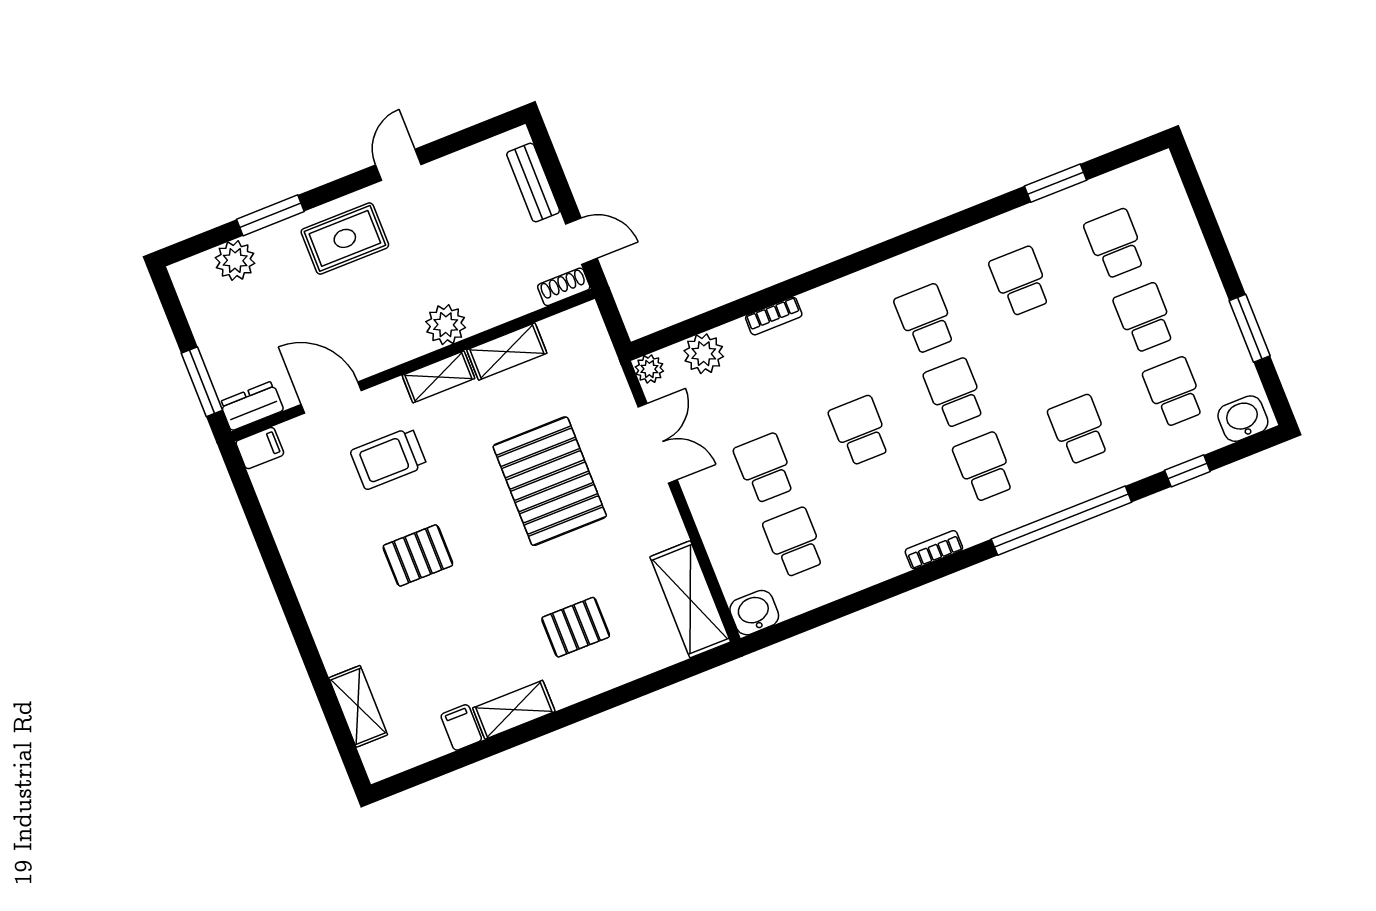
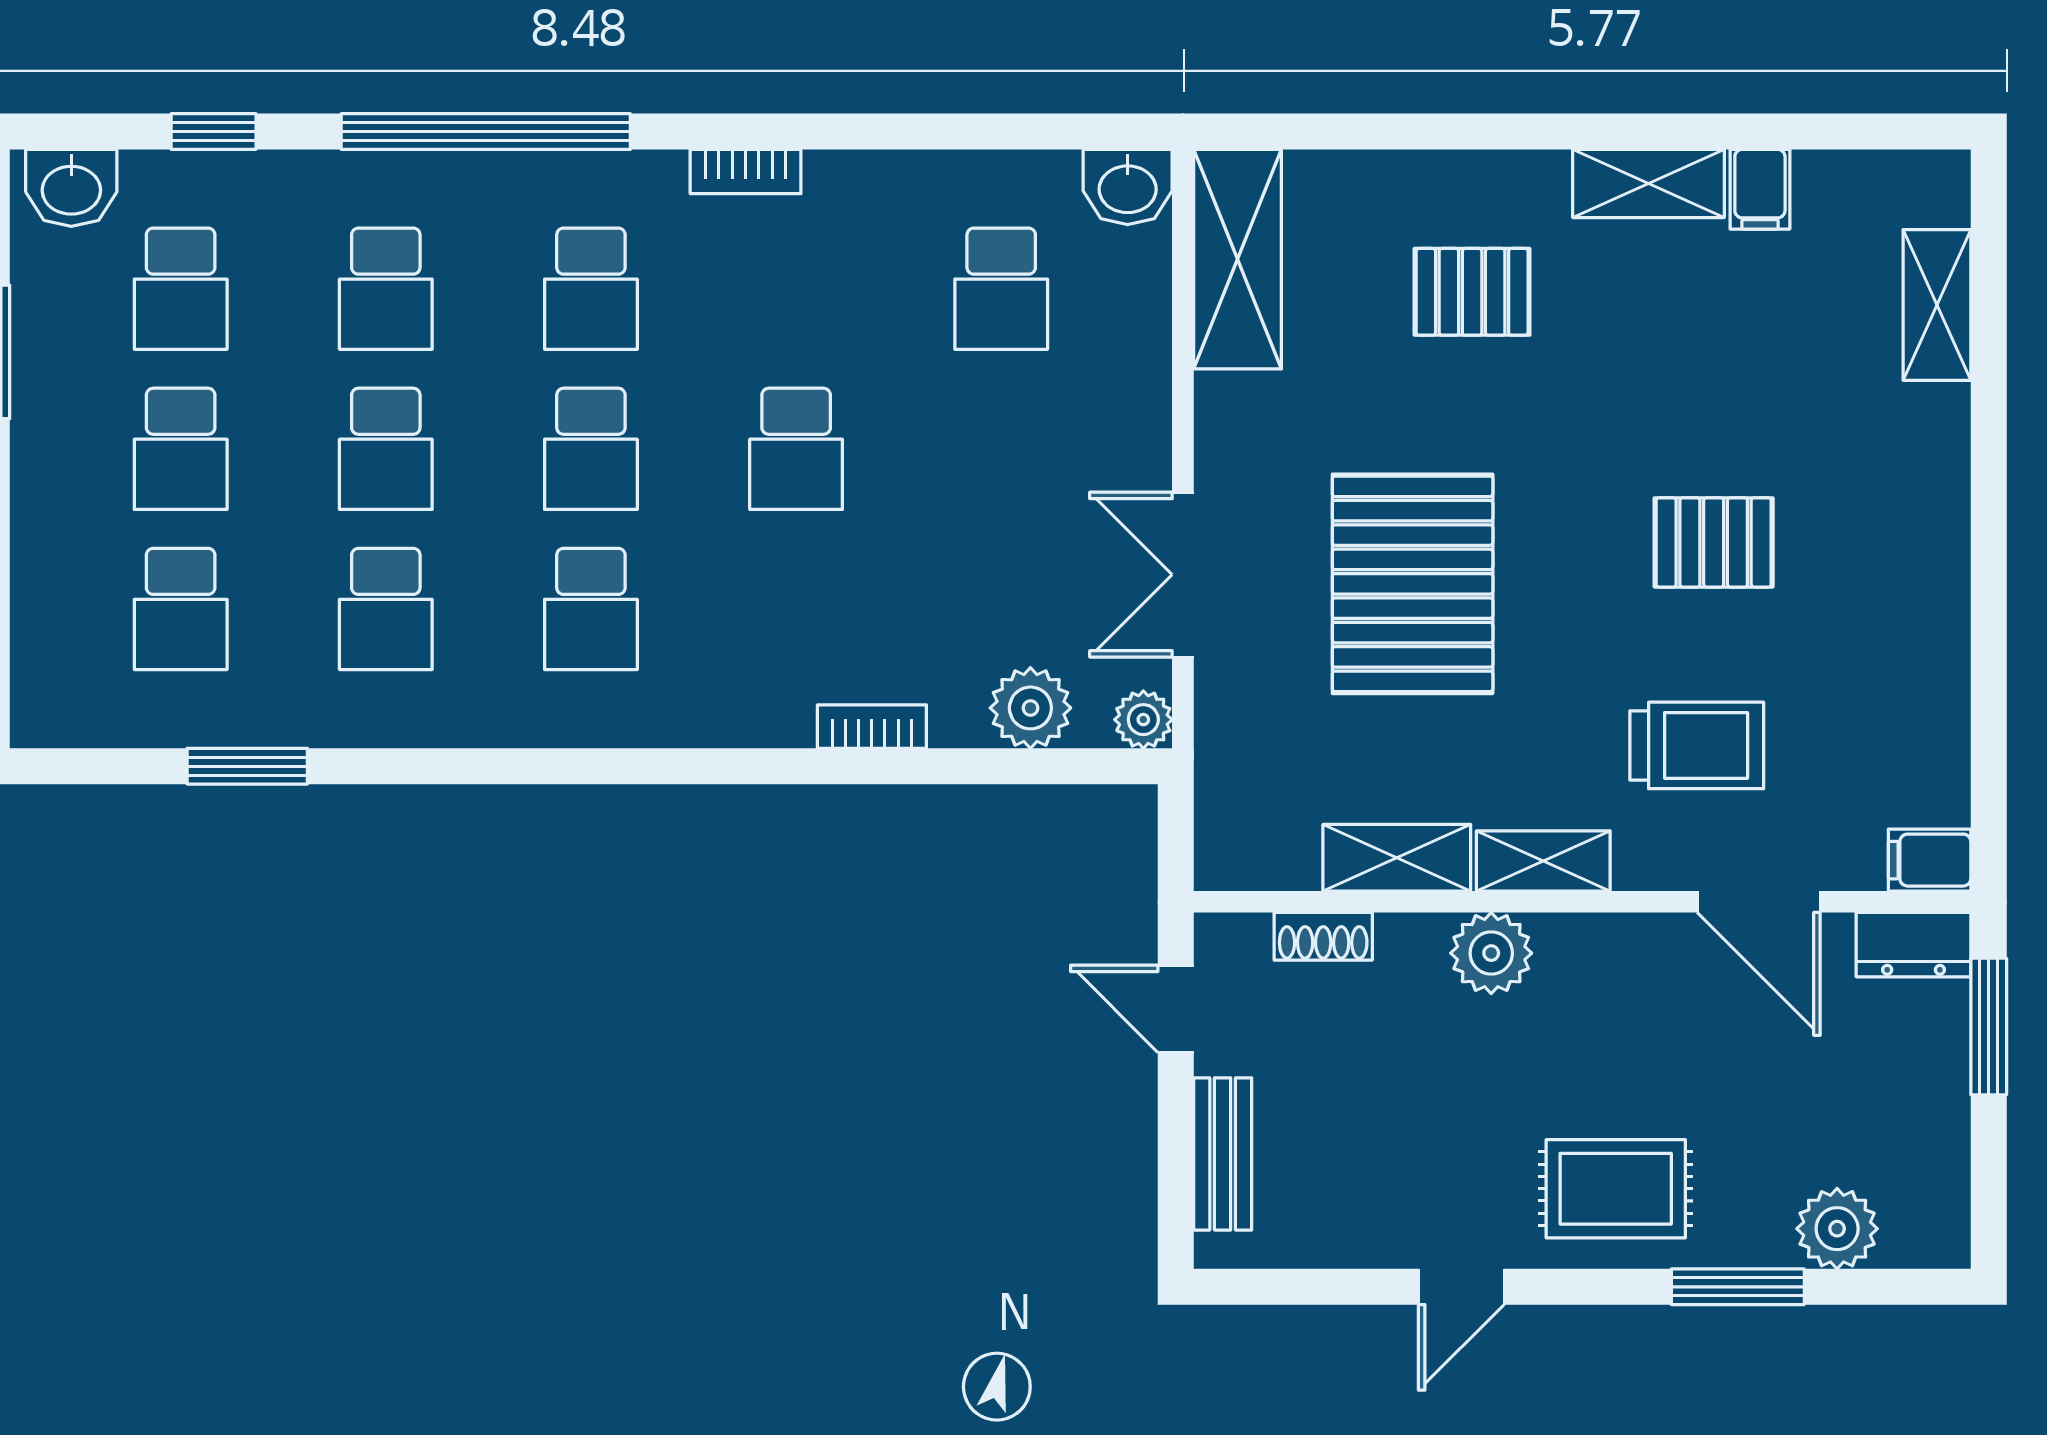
shoe rack: (564, 287) -> (1323, 936), moved
school desk: (765, 468) -> (386, 449), moved

